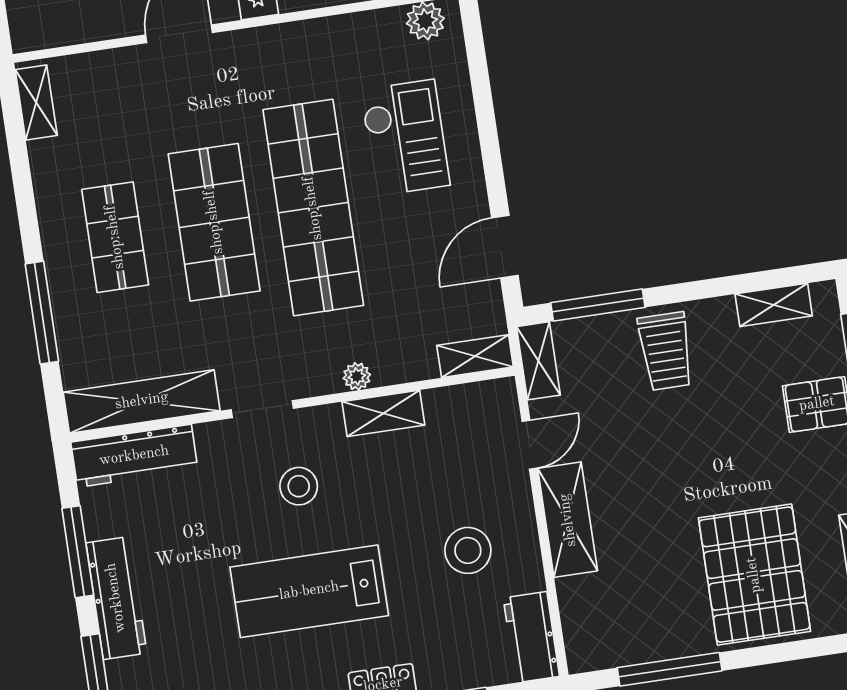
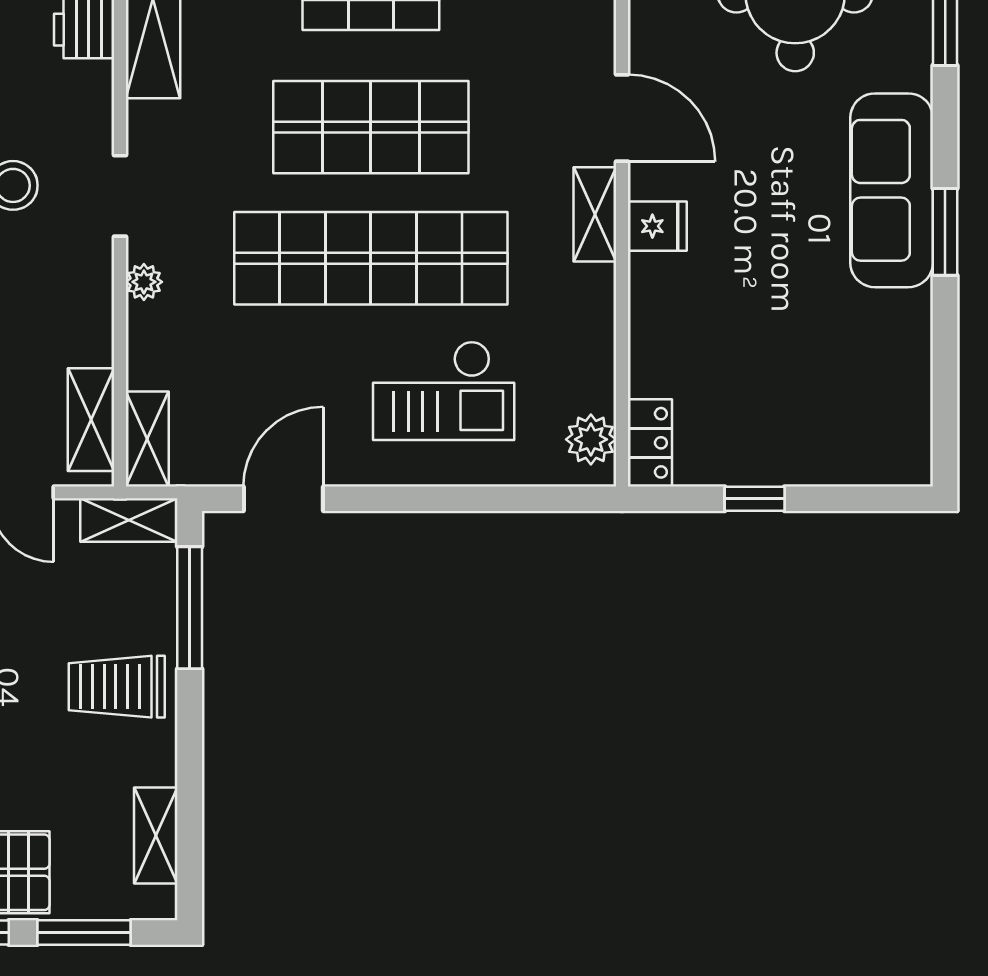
shelving: (255, 43) -> (595, 214), added
door: (505, 247) -> (283, 499), hinge flipped
doorway: (262, 409) -> (120, 196), moved
shelving: (383, 413) -> (91, 420), moved

